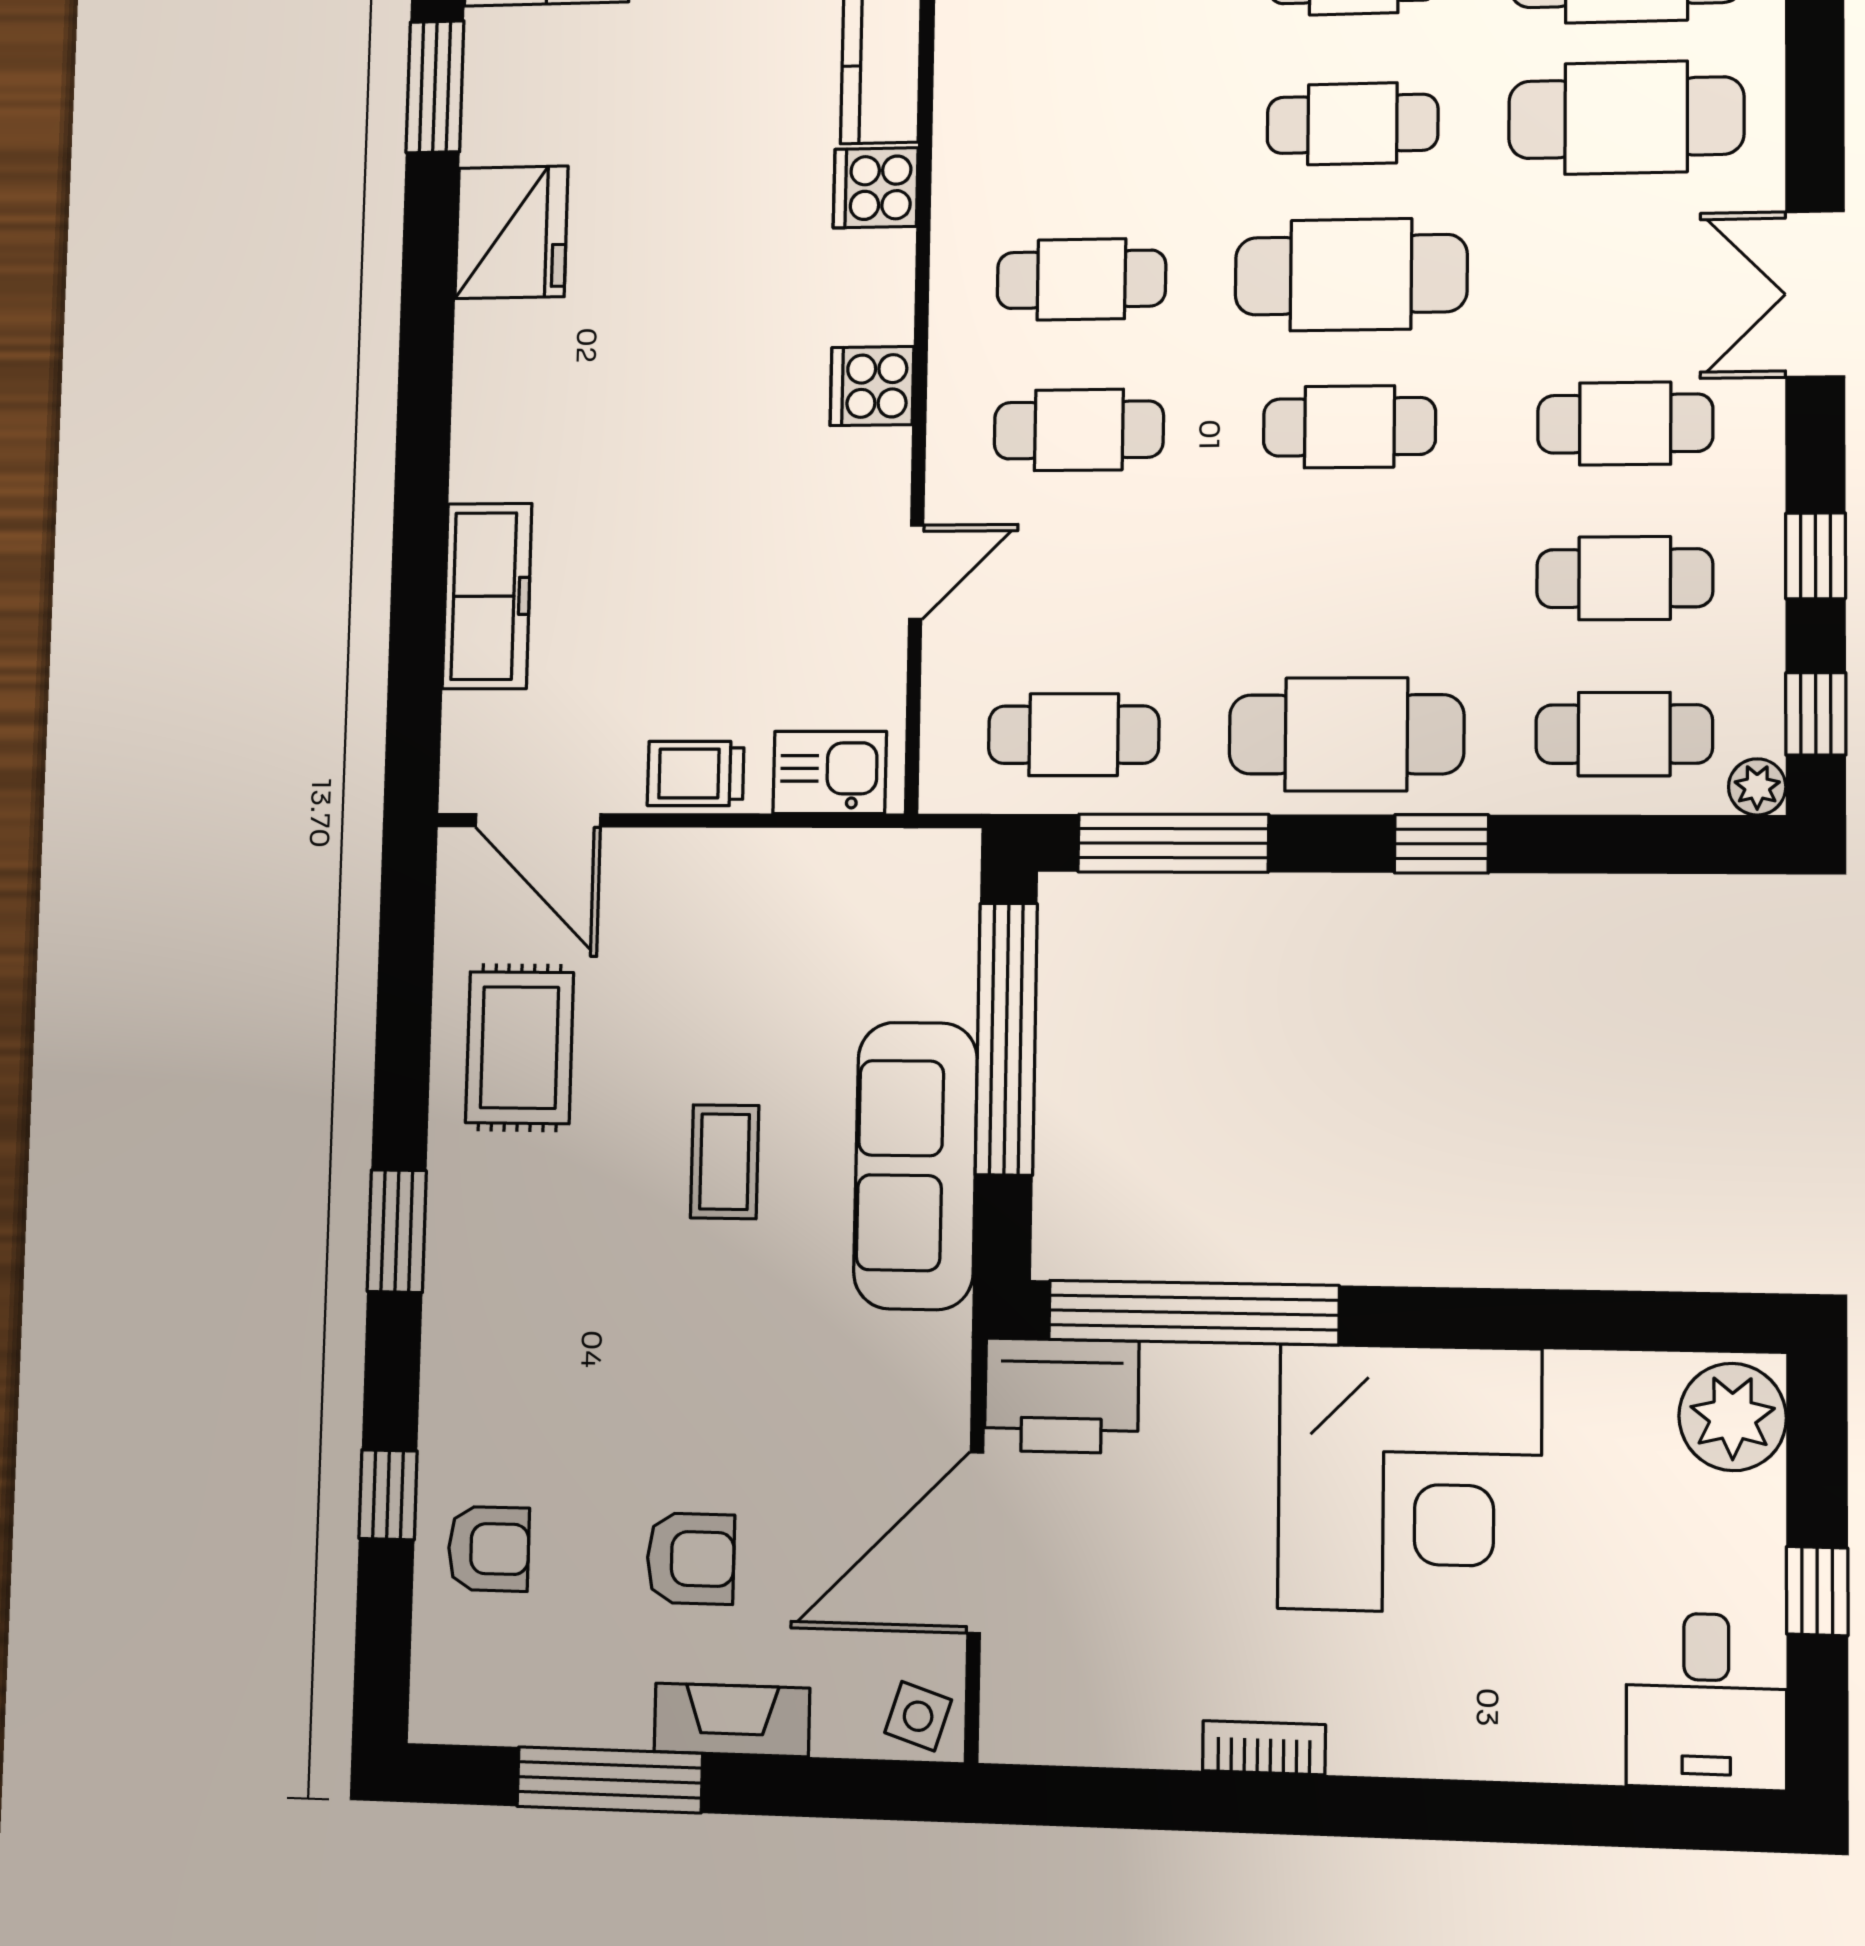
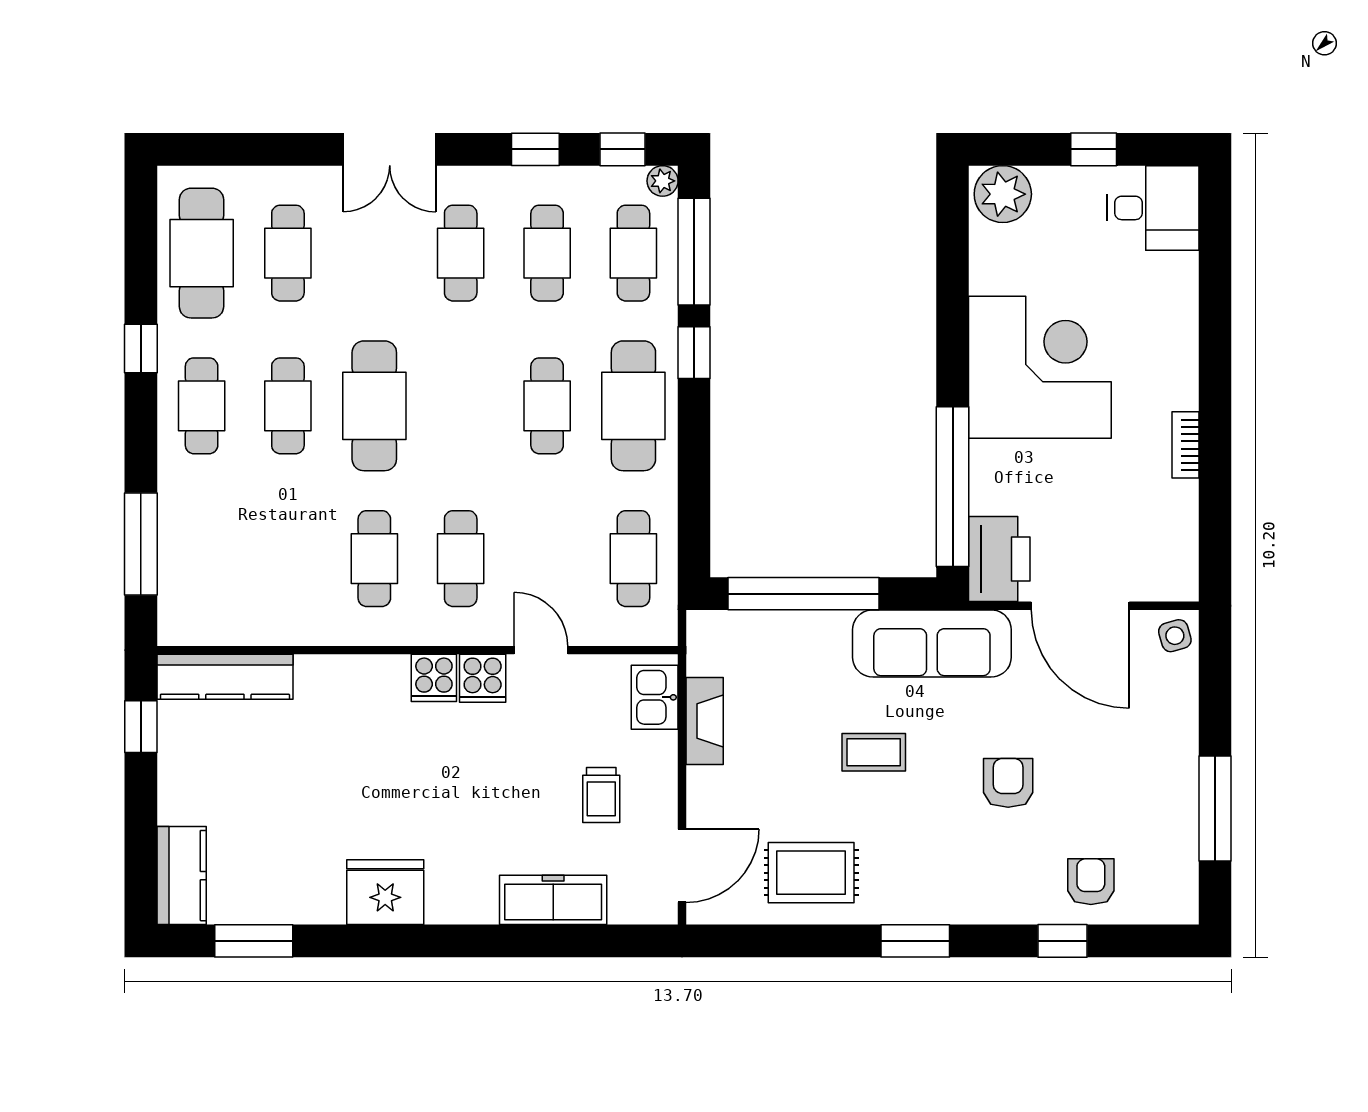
cafe table: (1626, 118) -> (288, 253), width x0.73, depth x0.74
cooker: (876, 188) -> (483, 678), moved
fridge: (511, 232) -> (385, 892), moved
cafe table: (1349, 427) -> (547, 406), moved
trolley: (696, 773) -> (601, 795), moved
window: (1173, 843) -> (694, 252), moved
sofa: (916, 1166) -> (932, 643), moved
armchair: (691, 1559) -> (1008, 783), moved
side table: (918, 1716) -> (1175, 636), turned -34
fireplace: (732, 1720) -> (705, 721), moved, turned 180

